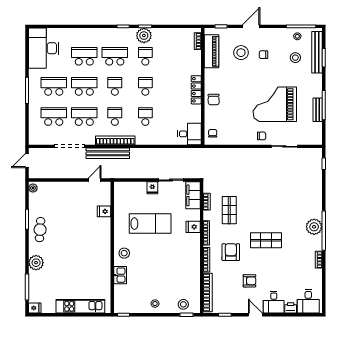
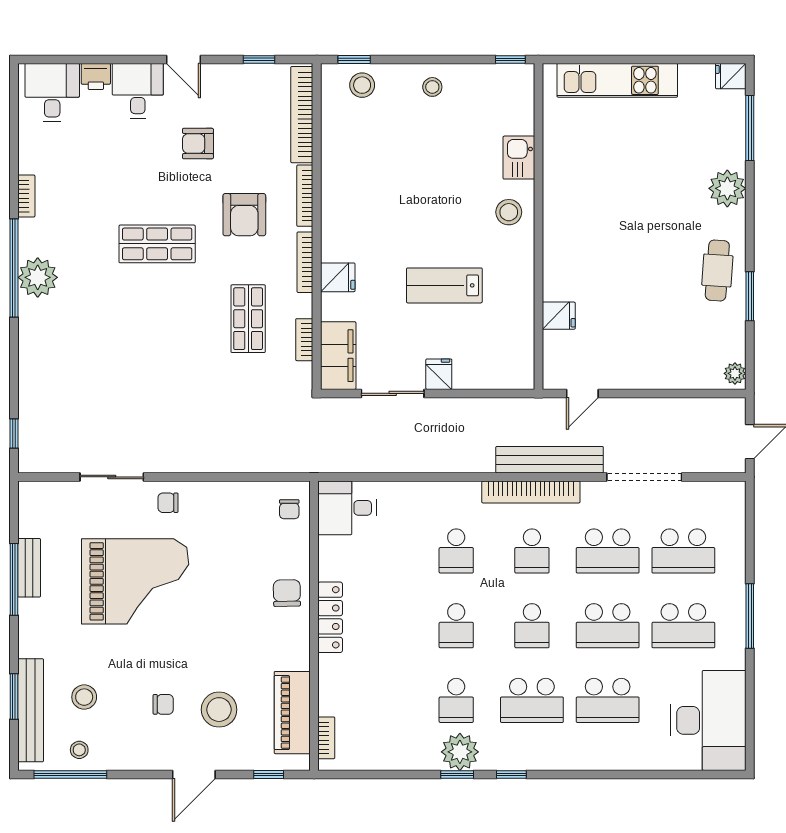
lab bench: (150, 224) -> (444, 285), width x0.73, depth x0.72

